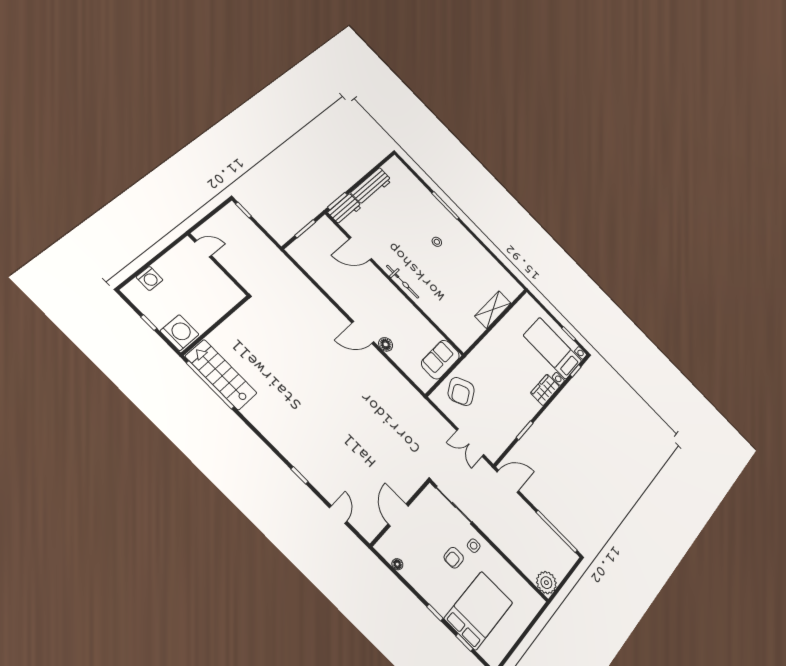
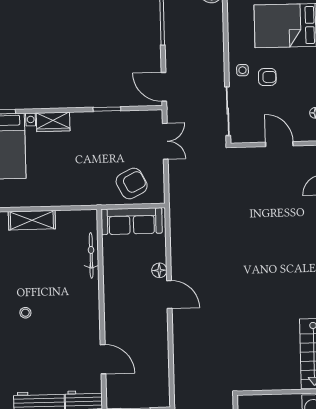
bicycle: (403, 282) -> (91, 255), moved
sofa: (440, 360) -> (132, 221), width x1.36
door: (398, 515) -> (279, 144), swing flipped

